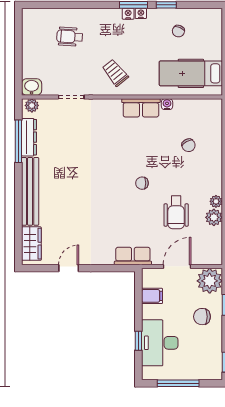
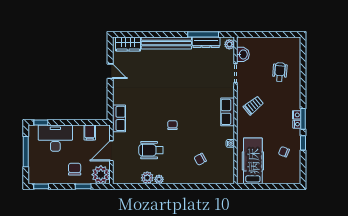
washbasin: (32, 87) -> (243, 54), moved
row of seats: (141, 108) -> (228, 112), moved
door: (177, 266) -> (111, 151), swing flipped
window: (138, 341) -> (41, 122), moved

